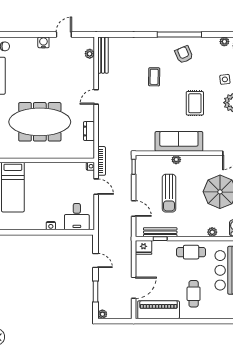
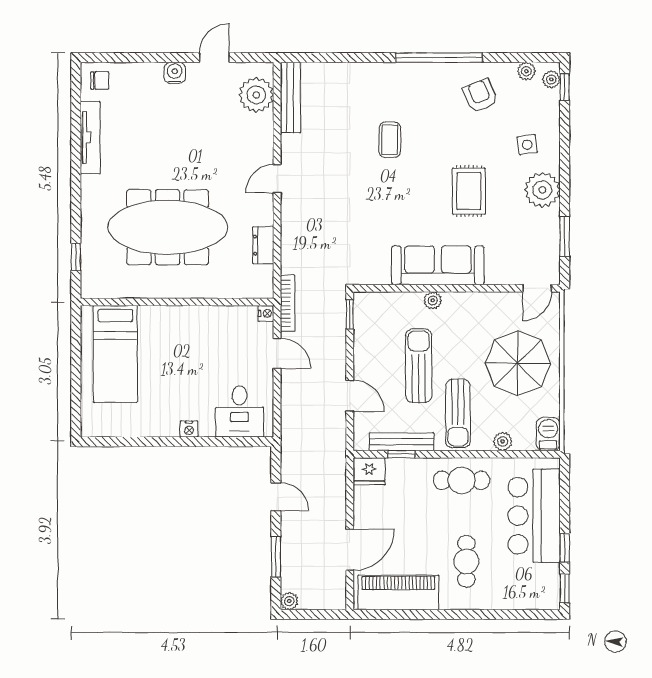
plant: (90, 54) -> (256, 95), width x1.87, depth x1.87
armchair: (184, 54) -> (480, 96), moved
sun lounger: (169, 193) -> (419, 366), turned 180
sun lounger: (189, 218) -> (458, 414), added

